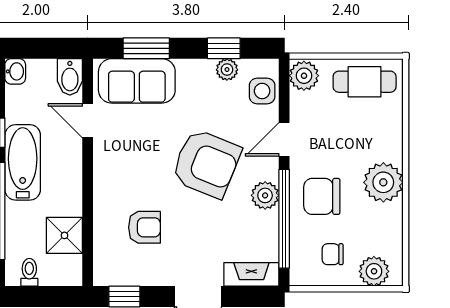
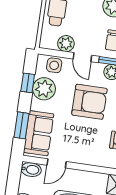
plant: (227, 70) -> (44, 89), width x1.88, depth x1.88
plant: (304, 76) -> (66, 44), moved
armchair: (206, 164) -> (89, 102), turned 68

